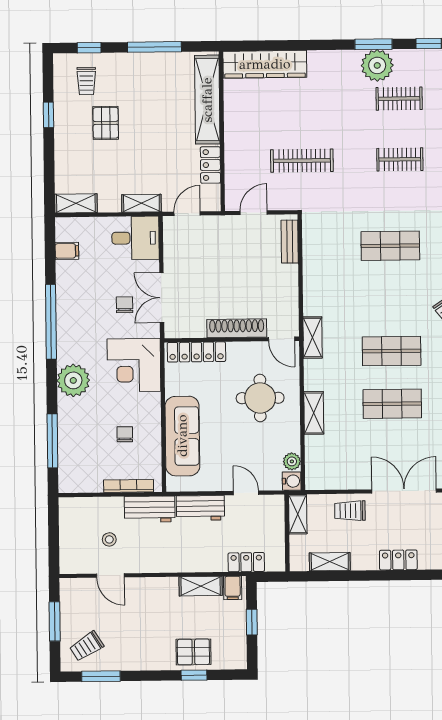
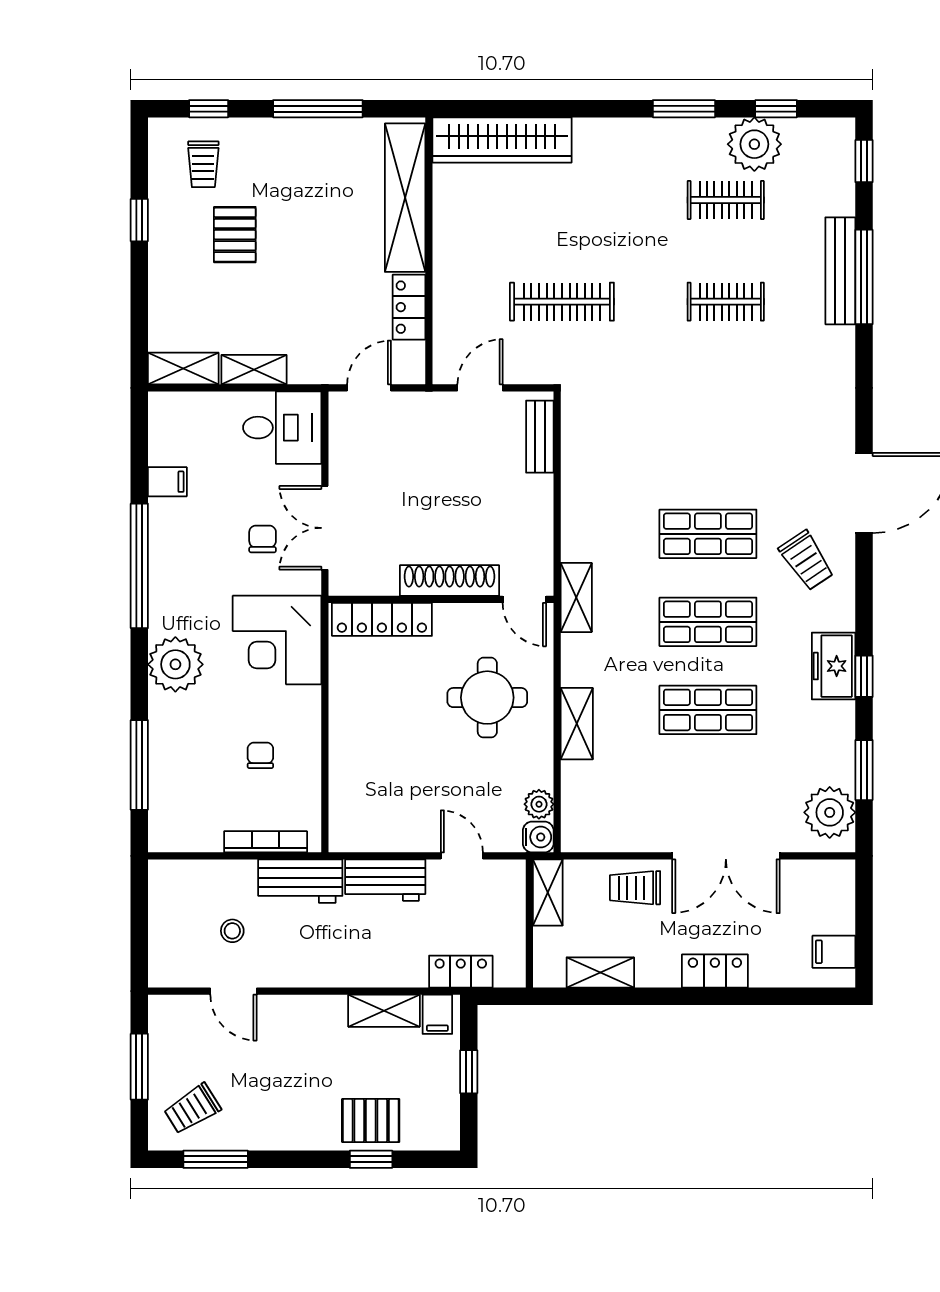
plant: (377, 65) -> (754, 144), moved
shelving: (141, 203) -> (254, 370), moved
shop shelf: (390, 246) -> (708, 534), moved
filing cabinet: (67, 251) -> (167, 482), moved
sofa: (182, 436) -> (357, 760), removed
double door: (404, 491) -> (726, 856), swing flipped

